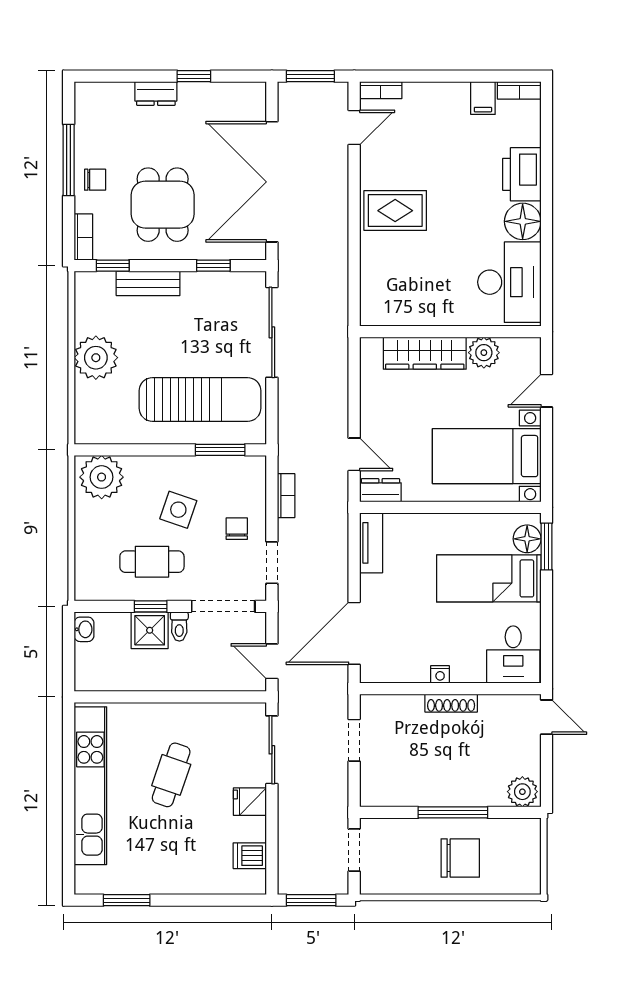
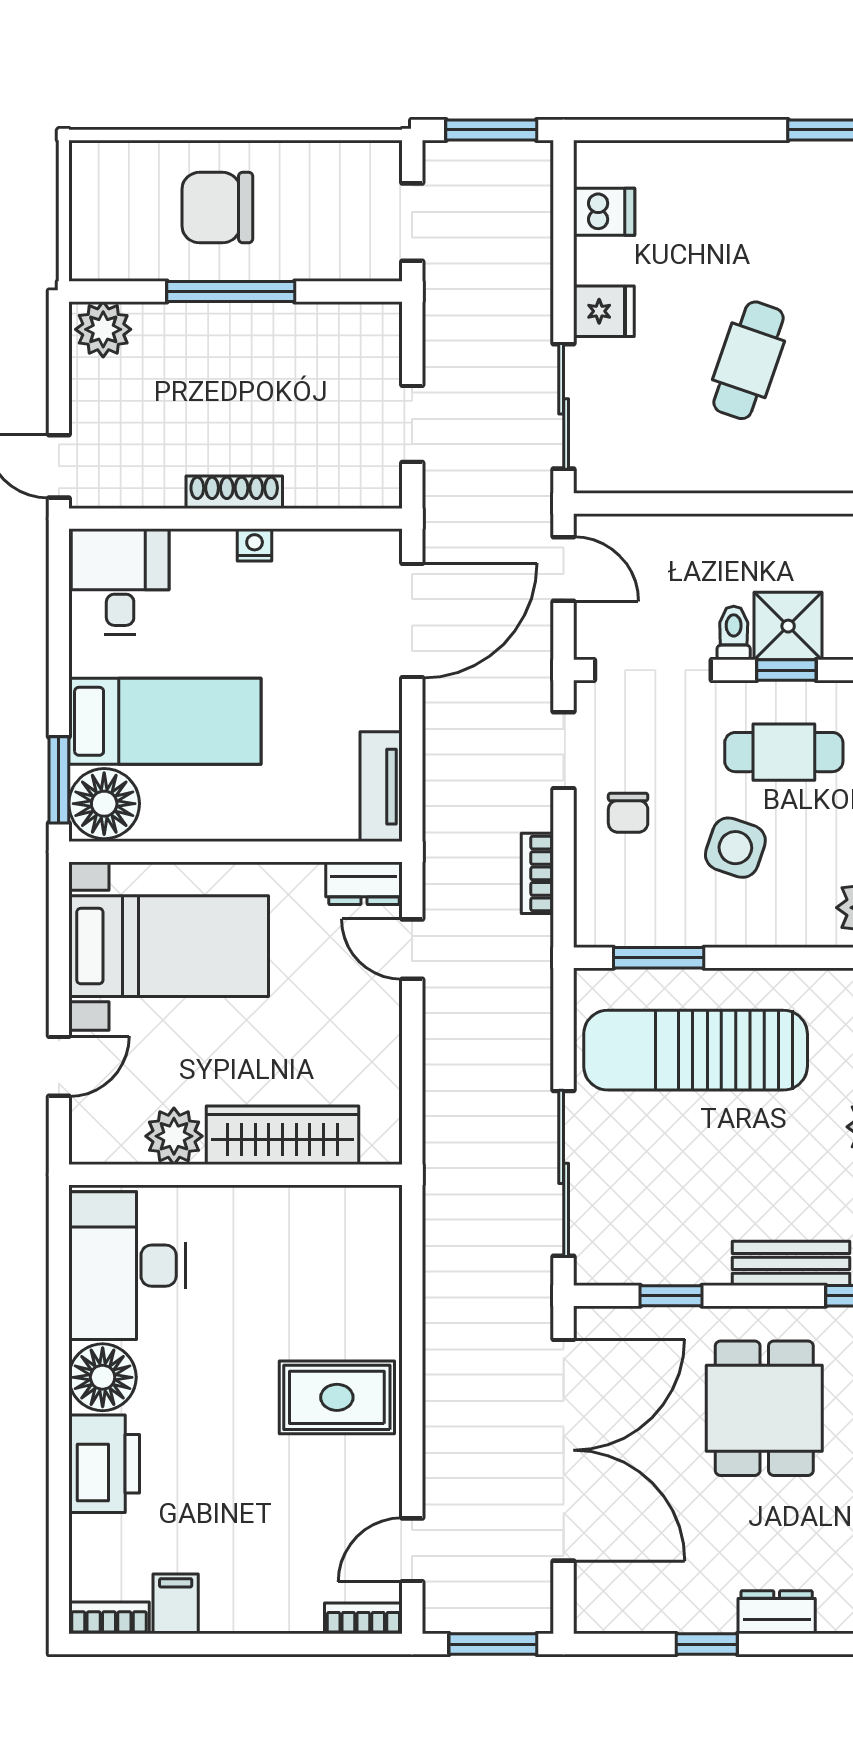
floor lamp: (527, 539) -> (104, 804), width x1.38, depth x1.38

